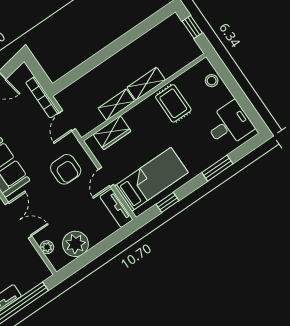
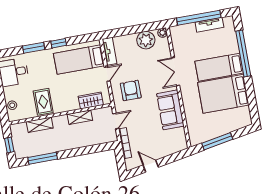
window: (141, 29) -> (43, 158), added
shelving: (146, 84) -> (40, 125), moved
window: (168, 202) -> (59, 43), moved
plant: (47, 247) -> (163, 33), moved

